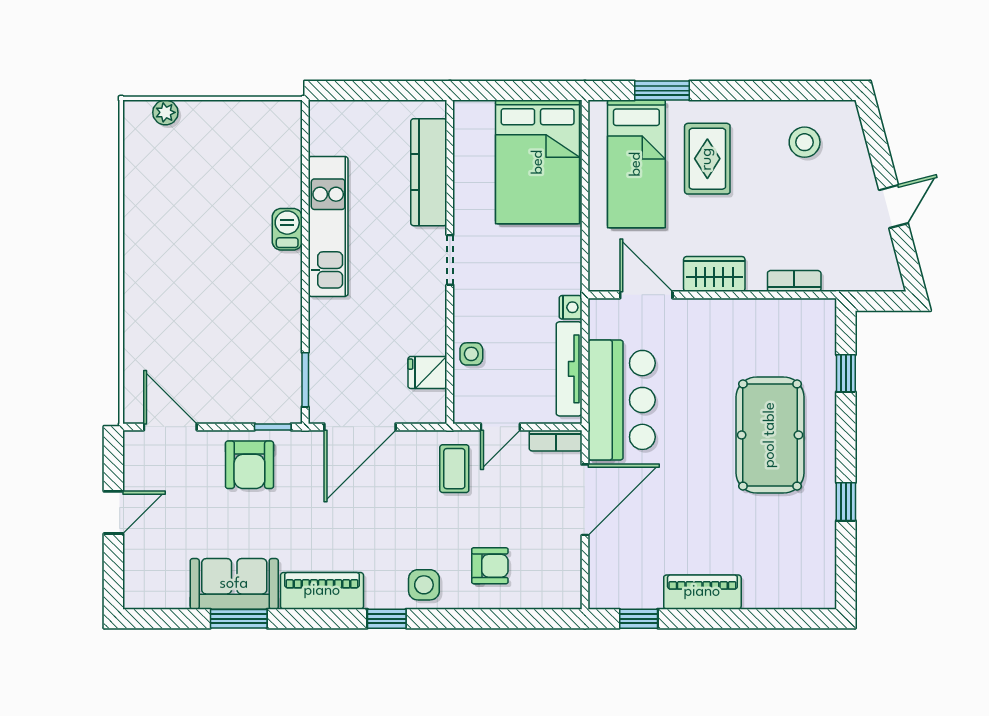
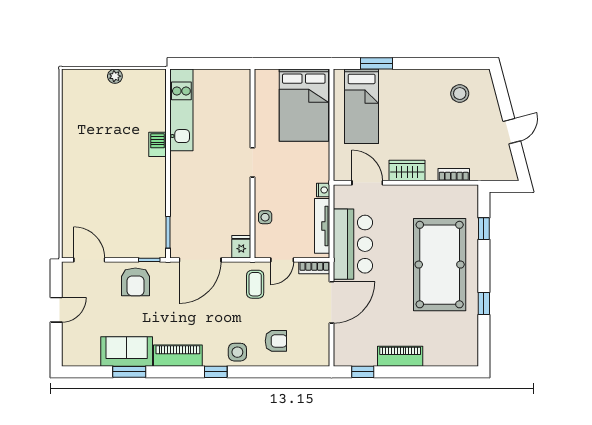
plant: (165, 112) -> (115, 76), moved
rug: (707, 159) -> (403, 103), removed
kitchen counter: (429, 172) -> (240, 111), removed
kitchen unit: (328, 226) -> (181, 110), moved
fridge: (427, 373) -> (241, 247), moved, turned 90
pool table: (770, 435) -> (440, 265), width x1.36, depth x1.32

